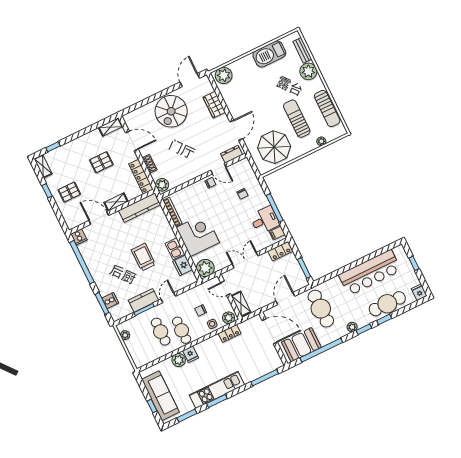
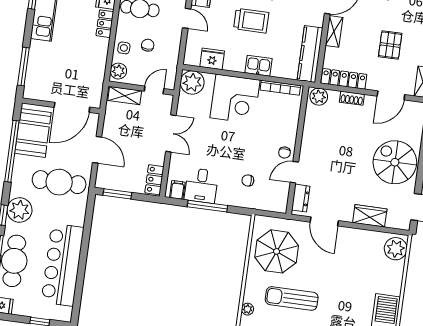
sun lounger: (297, 119) -> (292, 298), turned 180
kitchen sink: (175, 249) -> (259, 66), moved
plant: (352, 327) -> (19, 210), width x1.87, depth x1.87
locker: (230, 333) -> (105, 24), moved

